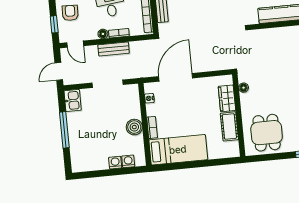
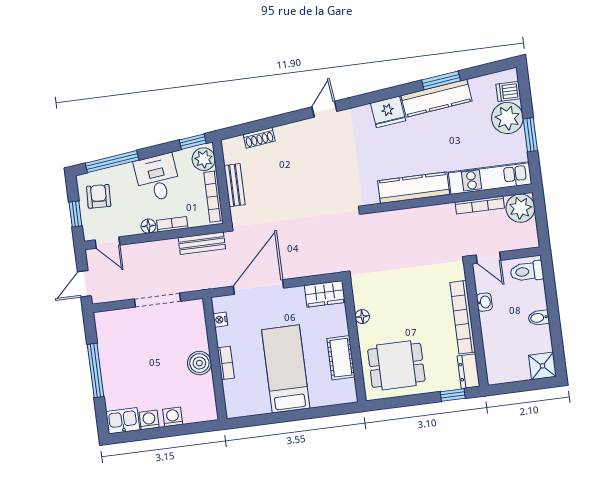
bench: (114, 49) -> (202, 243), moved
floor lamp: (244, 88) -> (362, 317), moved
wardrobe: (227, 98) -> (325, 294), moved, turned -90
kitchen sink: (73, 100) -> (123, 421), moved, turned -90
dining table: (267, 133) -> (396, 365), turned 90
bed: (178, 150) -> (286, 369), moved, turned -90
washing machine: (128, 161) -> (149, 420), moved

